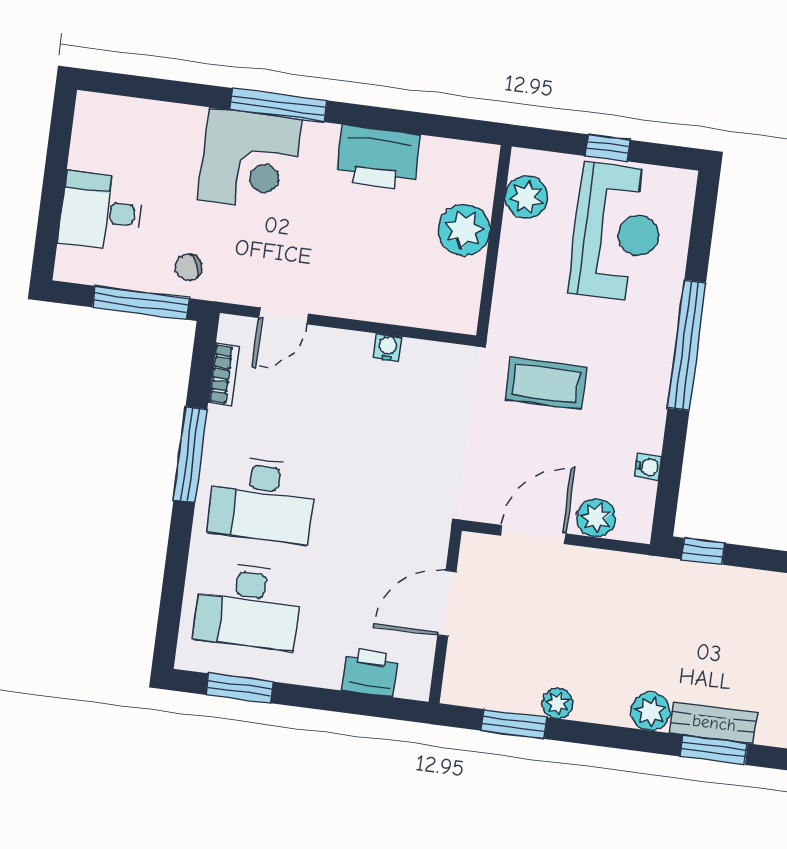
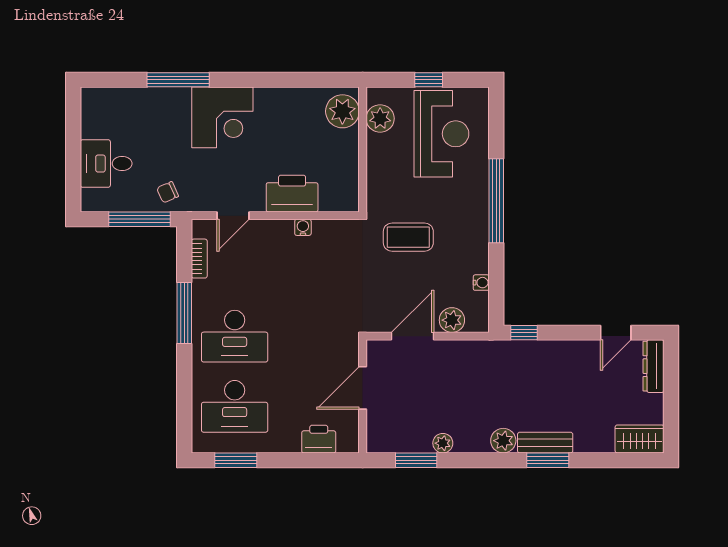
window: (279, 105) -> (178, 80), moved
printer: (378, 158) -> (292, 194), moved, turned 180
corner desk: (250, 160) -> (222, 117), moved
plant: (464, 230) -> (342, 111), moved

